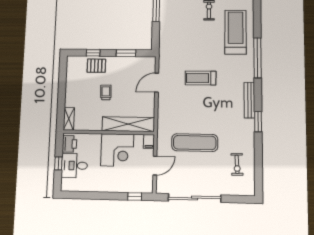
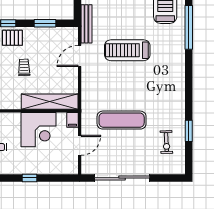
treadmill: (201, 78) -> (127, 50), width x1.37, depth x1.38
bench: (249, 100) -> (86, 24), moved
window: (258, 122) -> (189, 131), moved
window: (135, 196) -> (29, 178), moved

